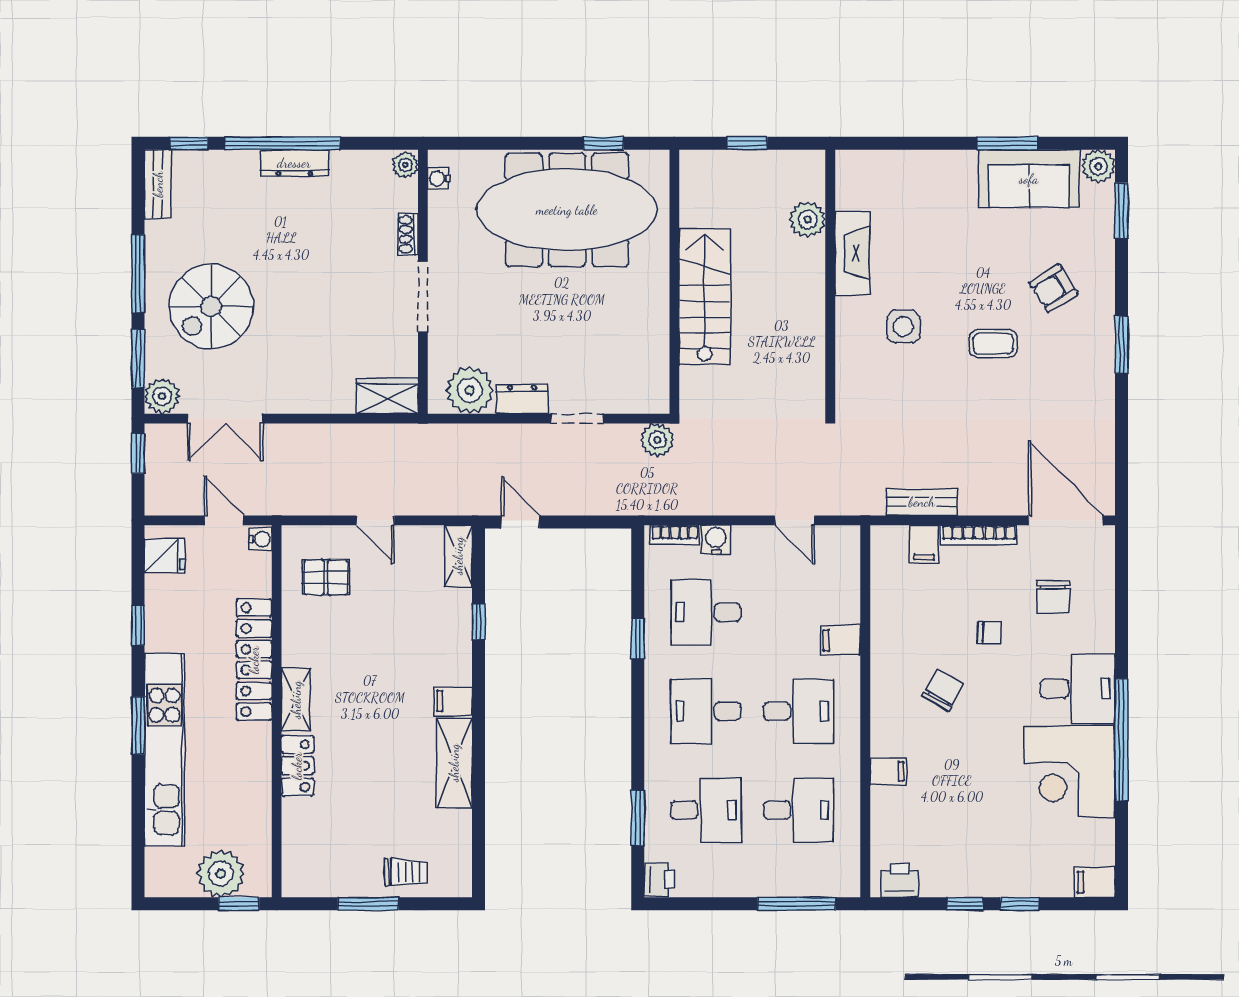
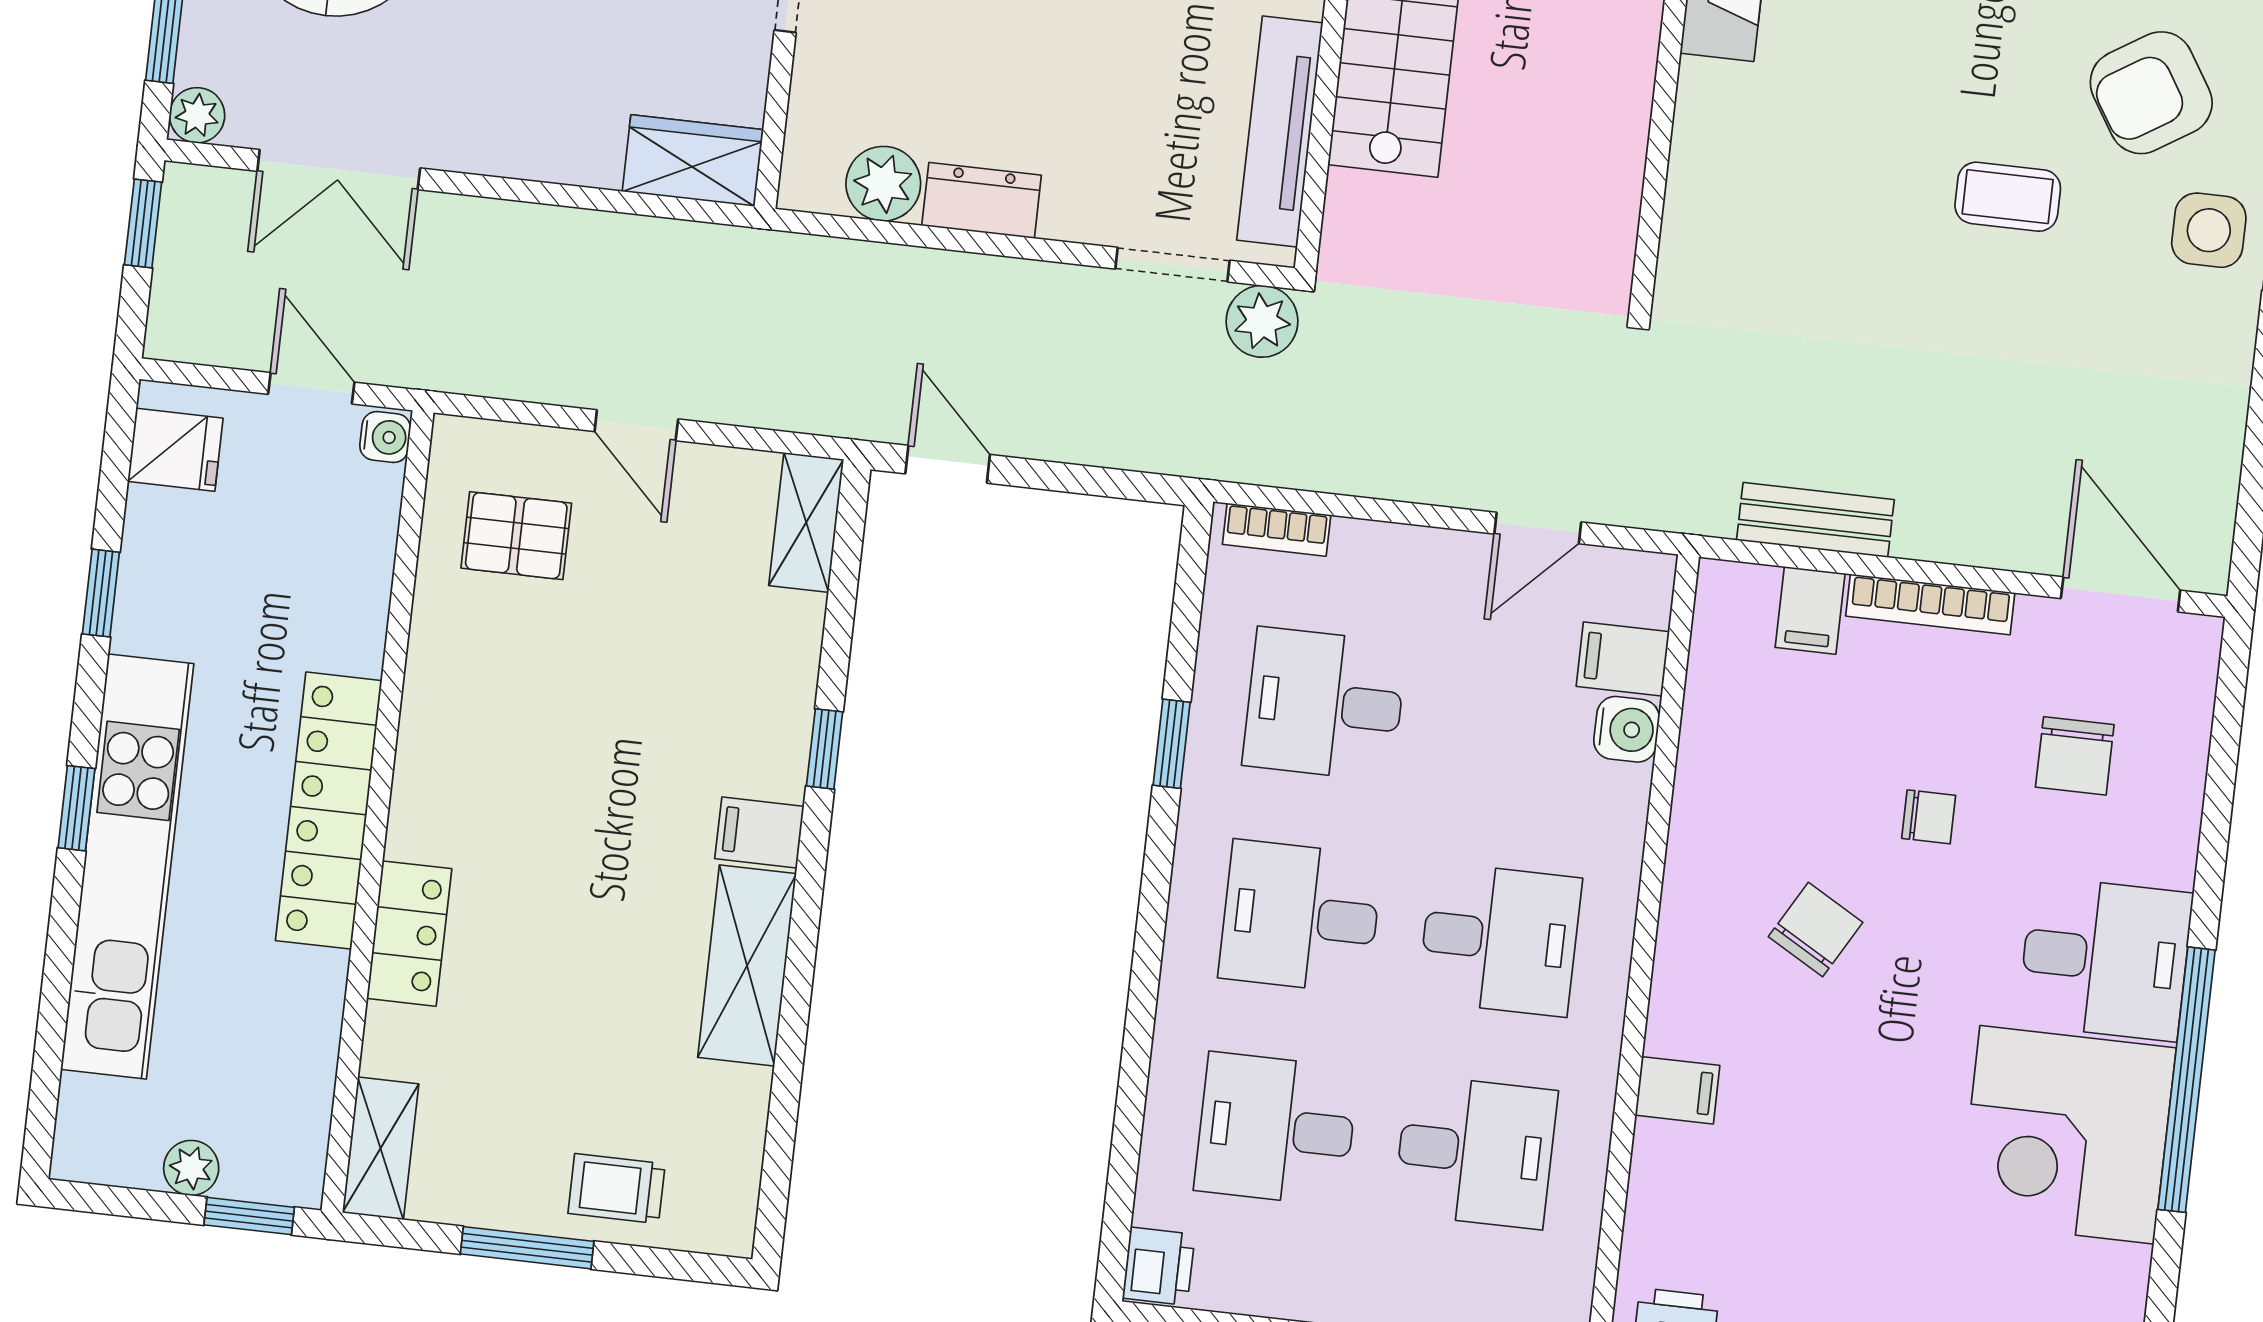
armchair: (1054, 288) -> (2151, 93), width x1.38, depth x1.38
side table: (903, 327) -> (2209, 230), moved
tv unit: (655, 352) -> (1280, 132), added
plant: (470, 390) -> (883, 184), width x0.73, depth x0.73
plant: (162, 396) -> (197, 115), width x0.73, depth x0.73
doorway: (577, 419) -> (1173, 265), moved
door: (795, 520) -> (1538, 528), hinge flipped
door: (1066, 520) -> (2121, 594), width x0.73
water cooler: (716, 540) -> (1627, 729), moved, turned 90
window: (479, 621) -> (825, 749), moved
filing cabinet: (840, 640) -> (1623, 659), moved
locker: (254, 660) -> (329, 811), moved
shelving: (296, 700) -> (380, 1148), moved
window: (138, 726) -> (76, 808), width x0.67
desk: (706, 810) -> (1276, 1129), turned 180
window: (638, 818) -> (1128, 1129), removed
trolley: (406, 872) -> (617, 1189), turned 180
plant: (221, 874) -> (191, 1168), width x0.53, depth x0.53

